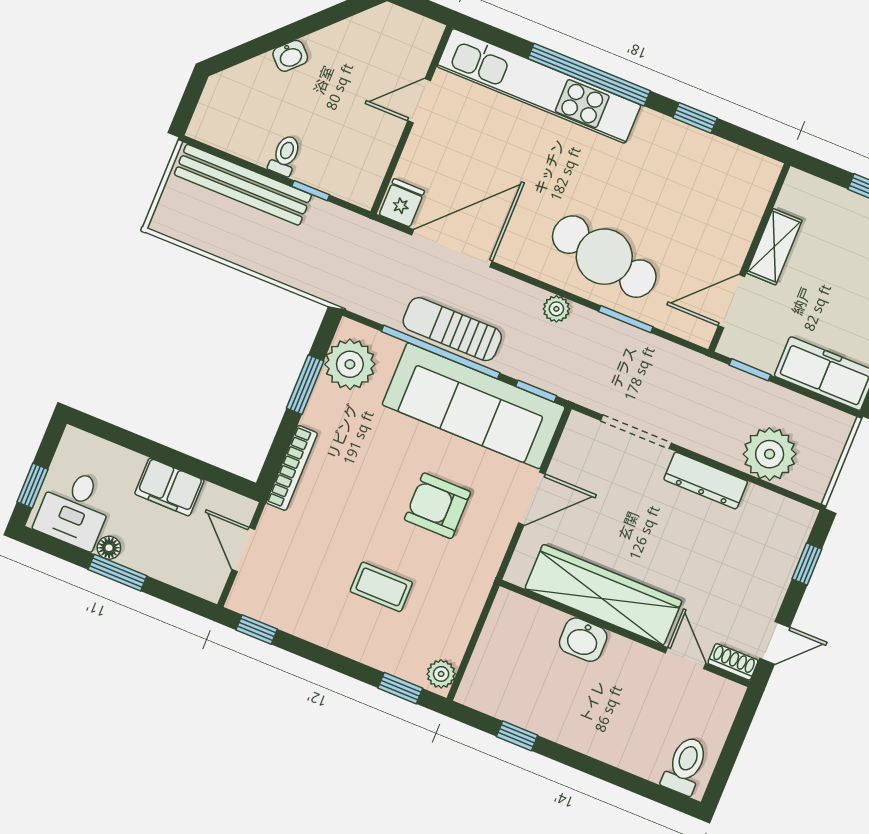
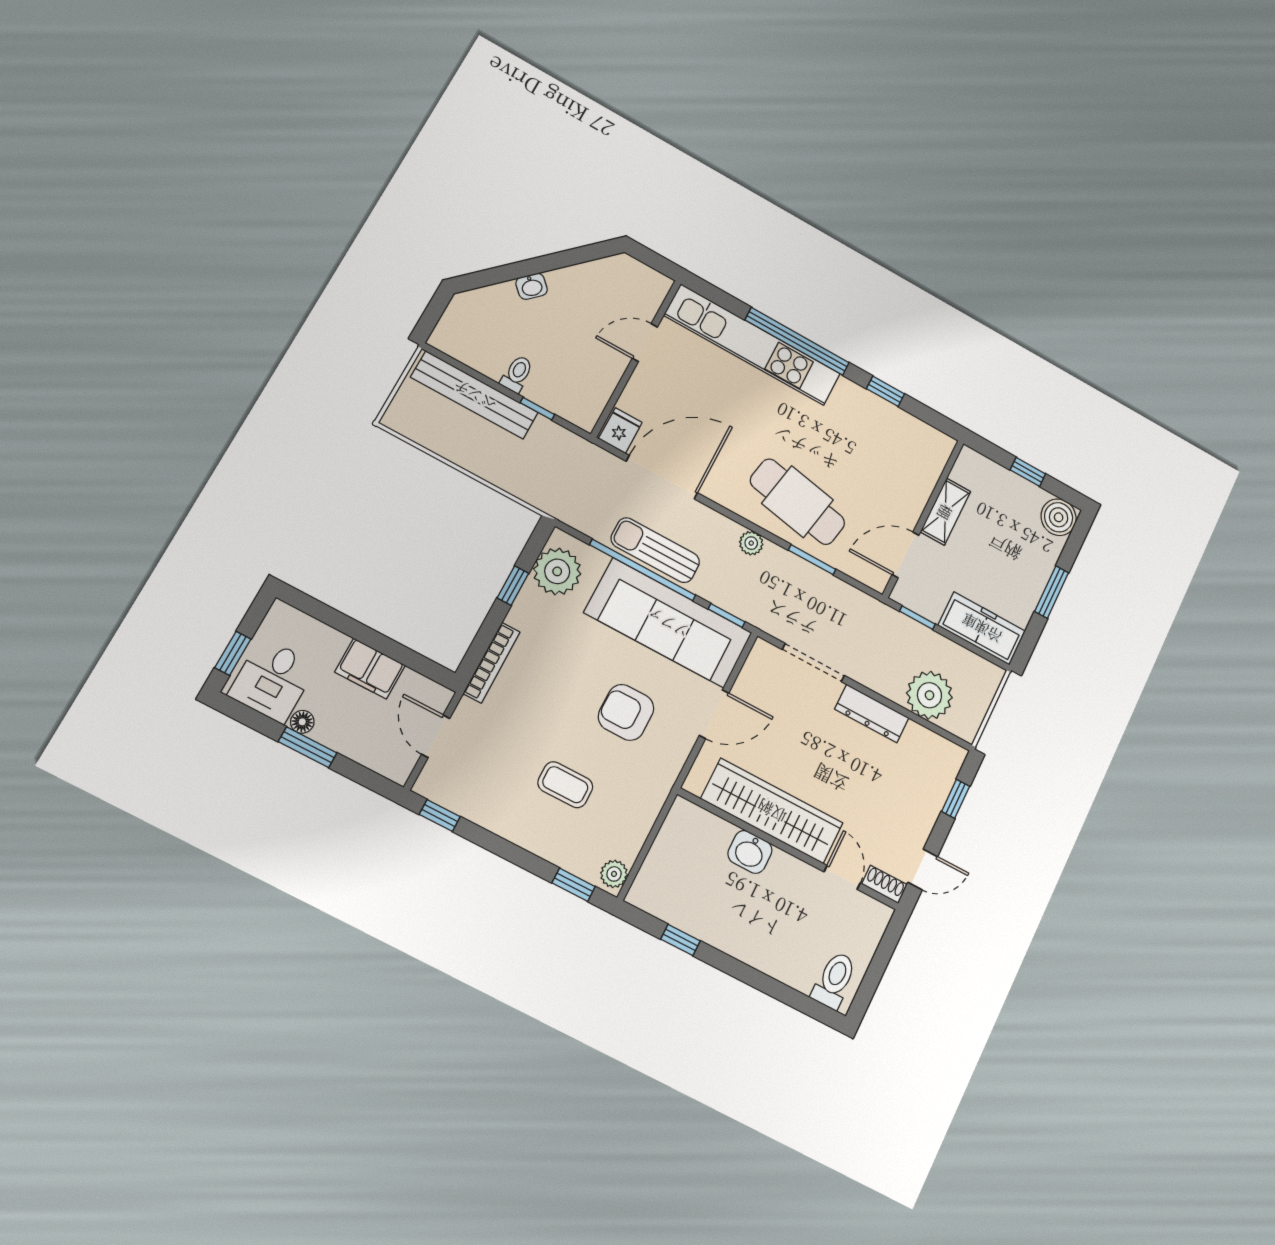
window: (305, 385) -> (513, 586), width x0.67

